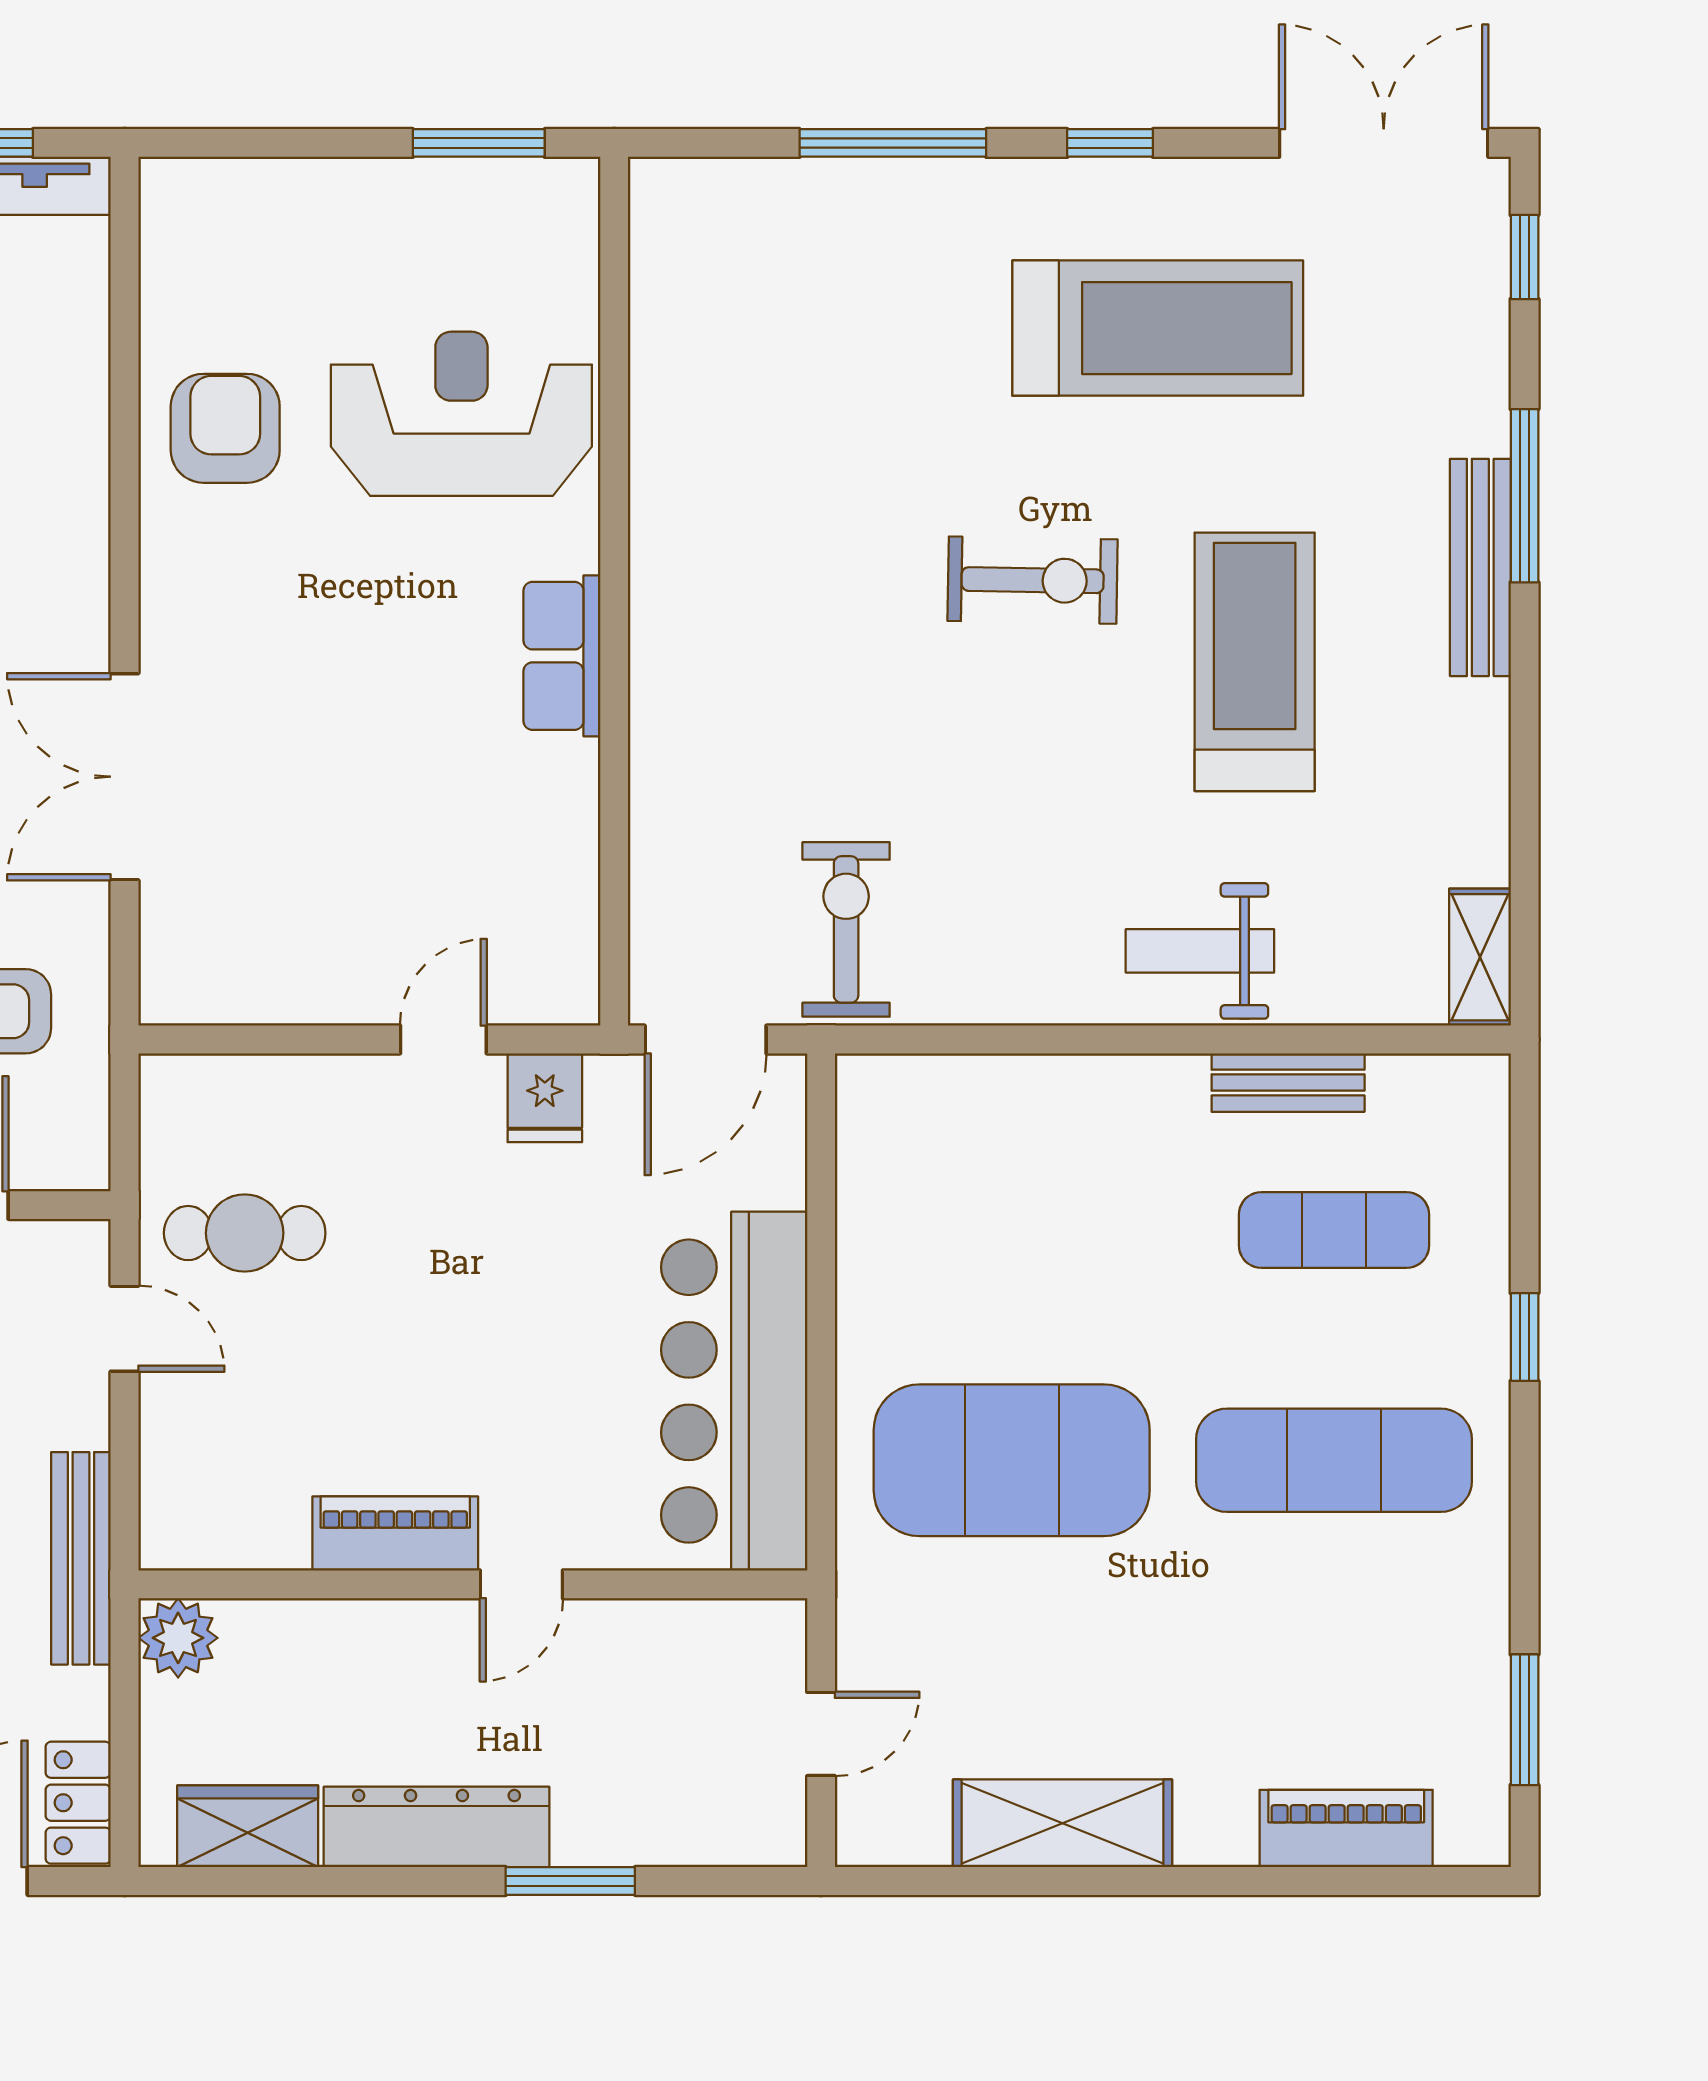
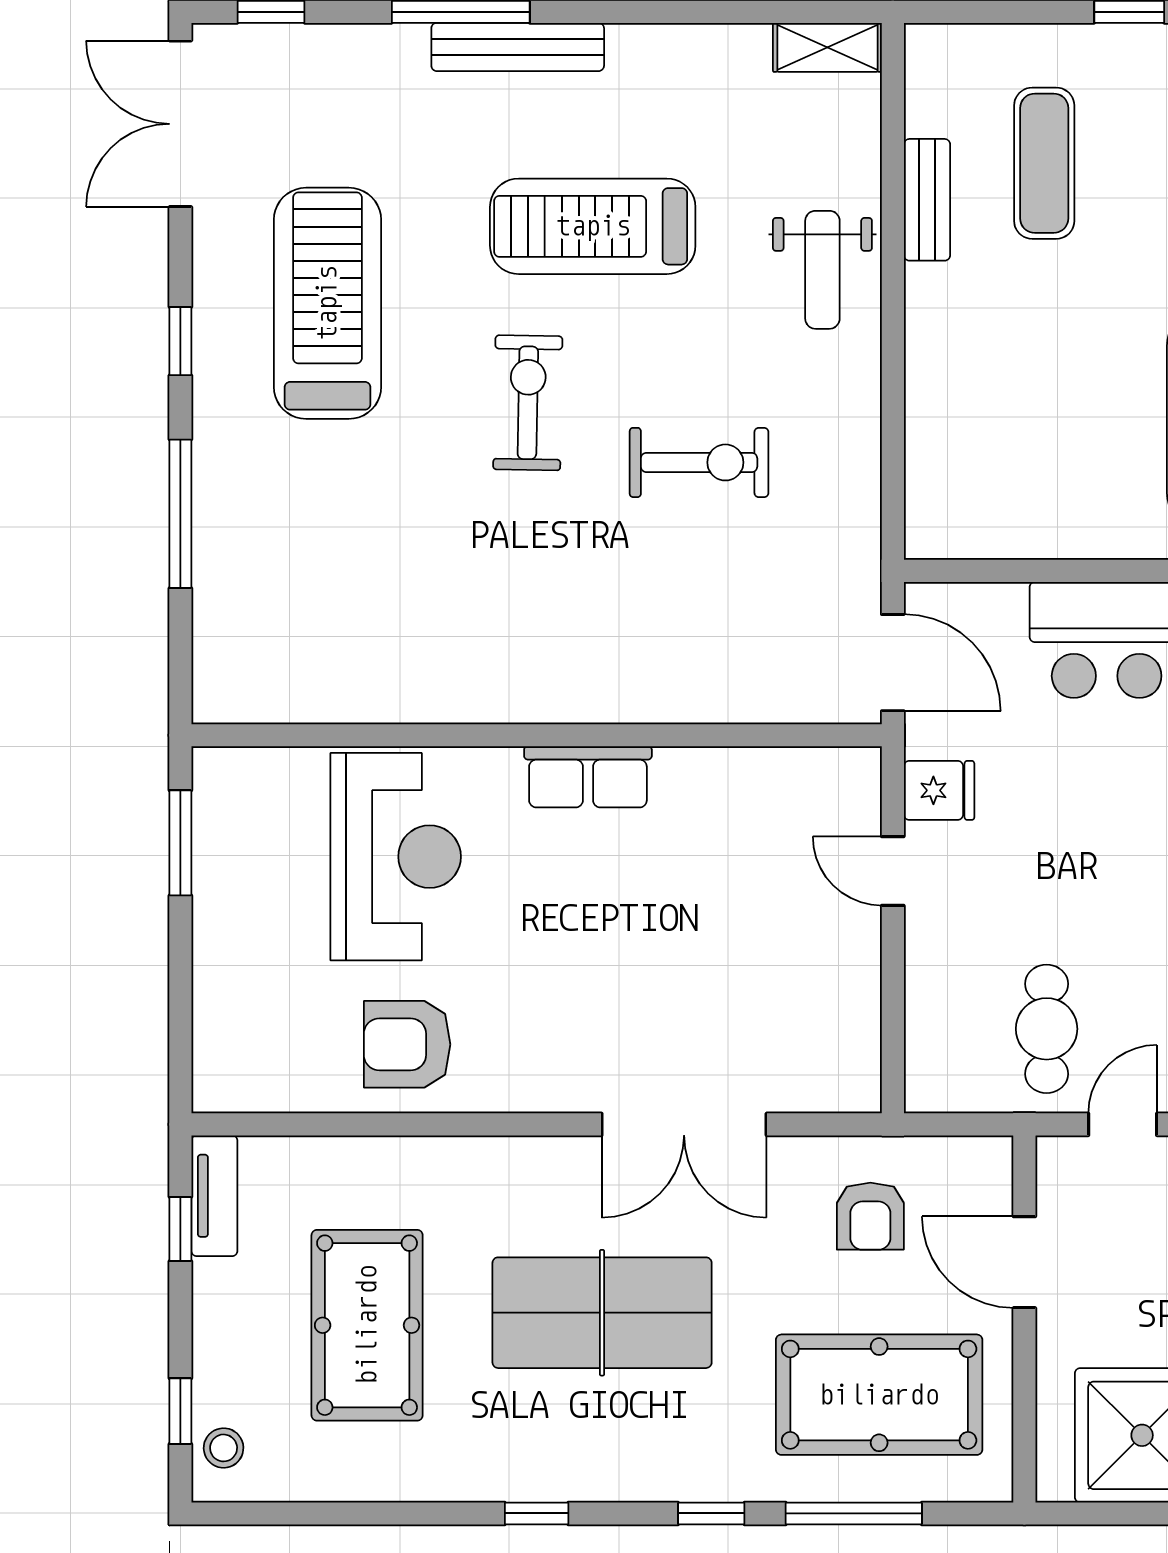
reception desk: (461, 414) -> (396, 857), turned 180
exercise bike: (846, 929) -> (699, 462), moved, turned 180

